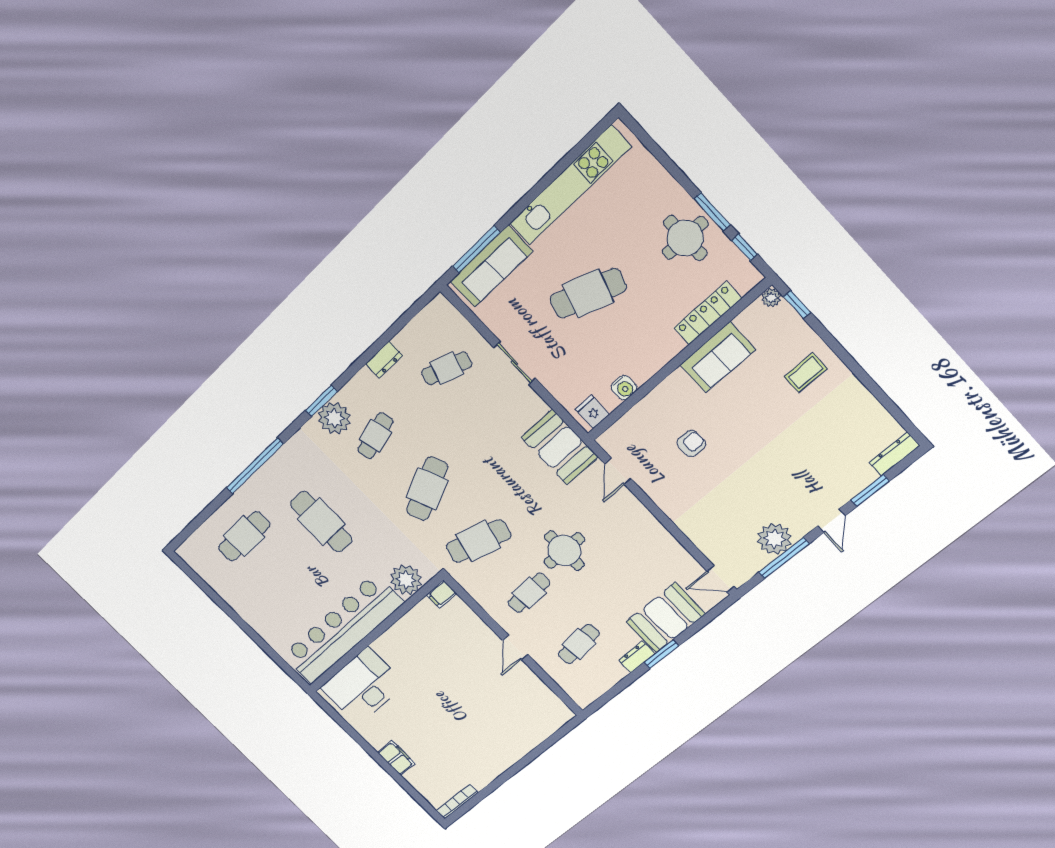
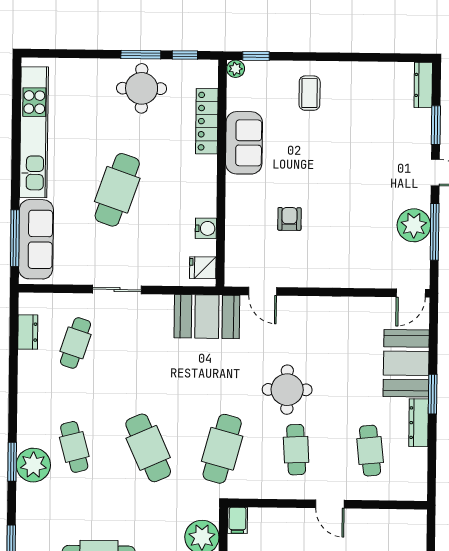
dresser: (384, 360) -> (28, 332), moved
dresser: (637, 657) -> (419, 423), width x1.44

